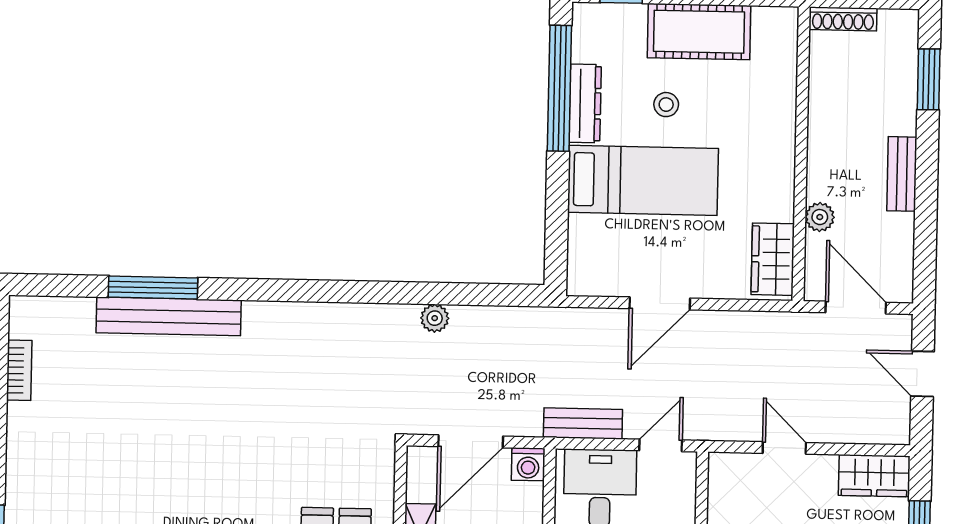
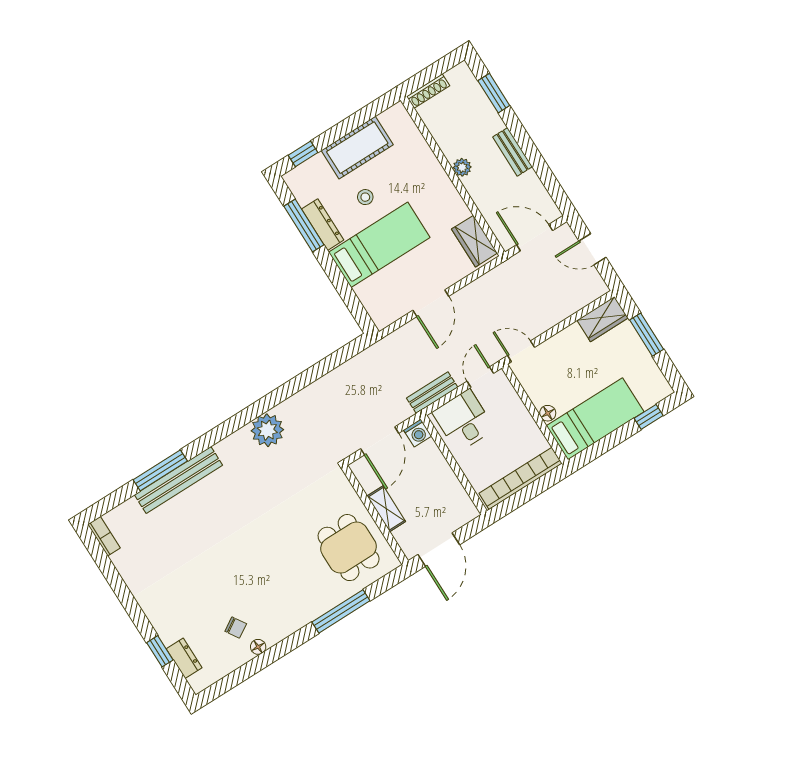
window: (559, 88) -> (304, 225), width x0.68
plant: (820, 217) -> (462, 167), moved
plant: (435, 318) -> (267, 430), moved, width x1.88, depth x1.88
bookcase: (19, 370) -> (104, 536), moved
door: (784, 448) -> (521, 351), moved

